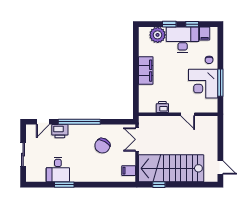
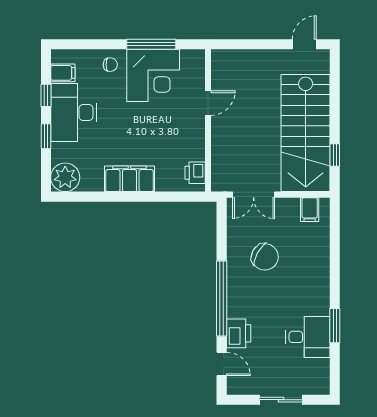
plant: (158, 35) -> (65, 177), moved
printer: (162, 107) -> (195, 173), moved

